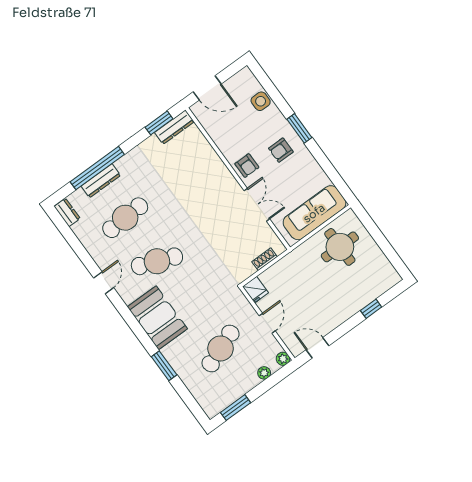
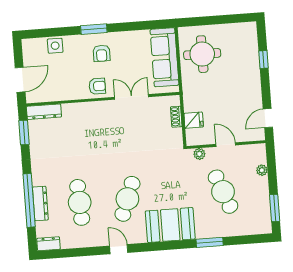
dresser: (174, 127) -> (44, 112), moved, turned 90
fridge: (255, 290) -> (194, 120), moved
plant: (283, 359) -> (199, 154), moved

